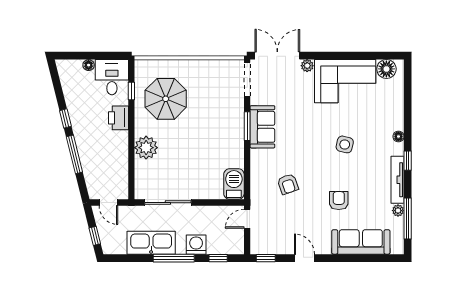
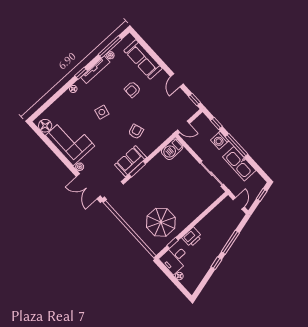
plant: (146, 148) -> (194, 210), removed
armchair: (288, 184) -> (136, 132), moved

